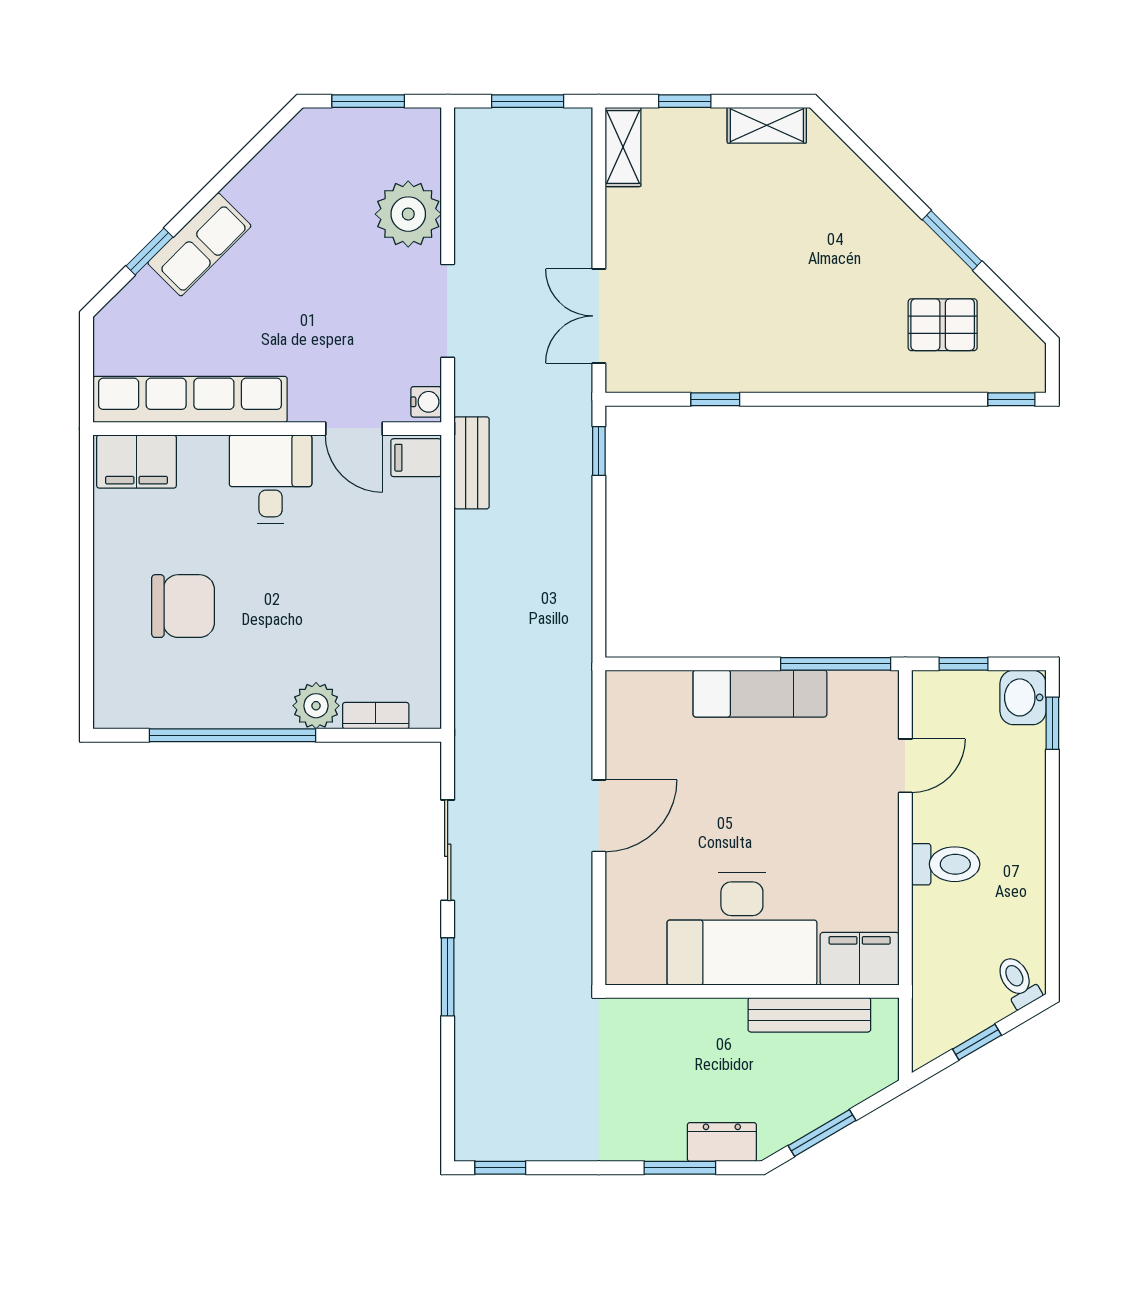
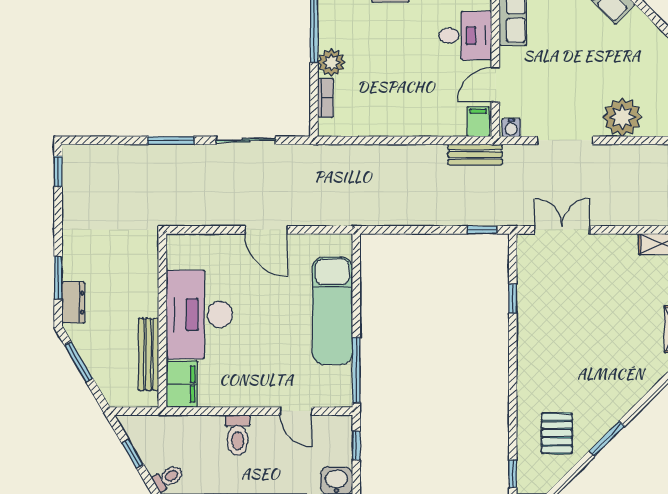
exam couch: (760, 694) -> (332, 311), width x1.36, depth x1.45

